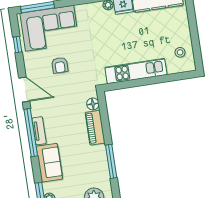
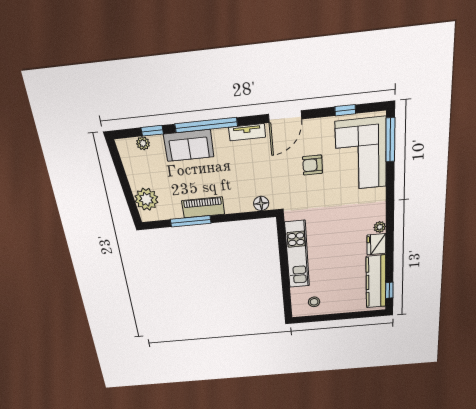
piano: (95, 128) -> (203, 207), moved
tv unit: (39, 131) -> (247, 132), moved
window: (31, 133) -> (206, 125), moved

